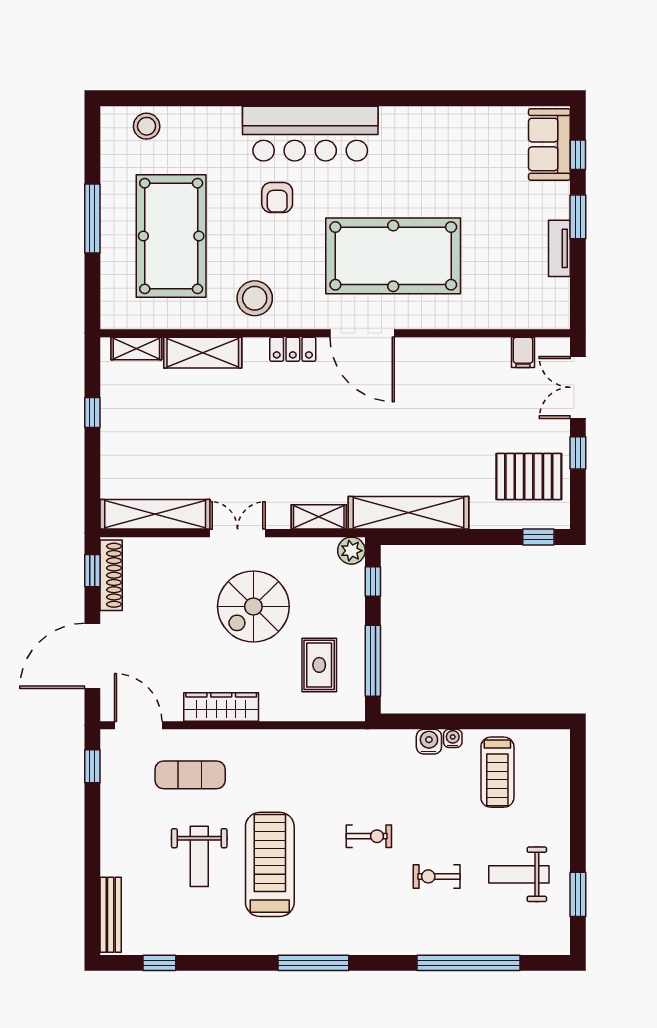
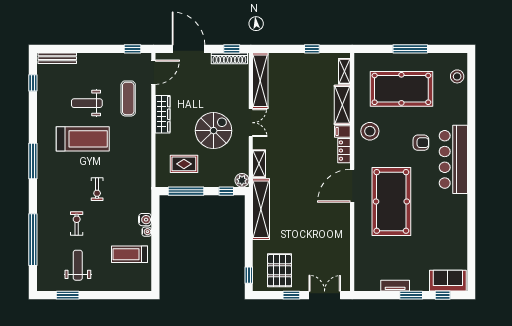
armchair: (277, 198) -> (421, 143), turned 180
filing cabinet: (523, 352) -> (342, 131), moved
spiral stairs: (253, 606) -> (214, 131), turned 90

